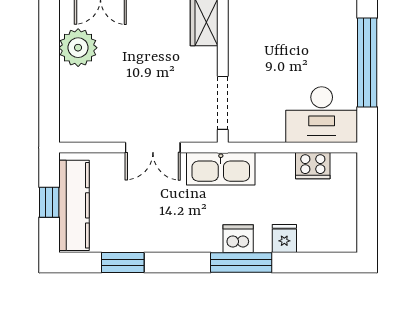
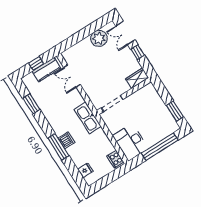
double door: (153, 148) -> (72, 76), moved
cooker: (313, 166) -> (115, 159), moved
kitchen counter: (74, 205) -> (46, 70), width x0.67
fridge: (284, 238) -> (85, 170), moved

